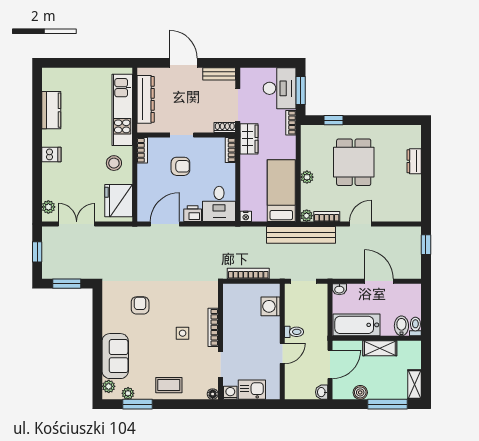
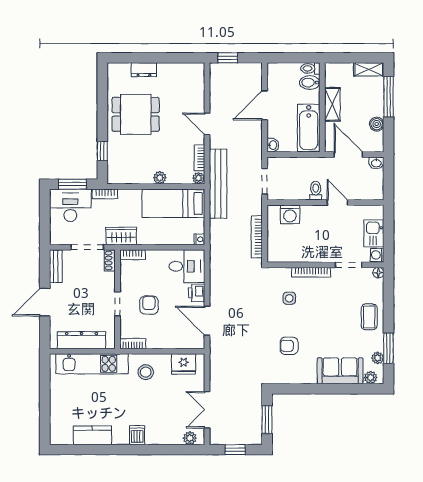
dining table: (354, 162) -> (136, 114), moved
fridge: (119, 201) -> (183, 364), width x0.73, depth x0.75
side table: (183, 333) -> (289, 298), moved

